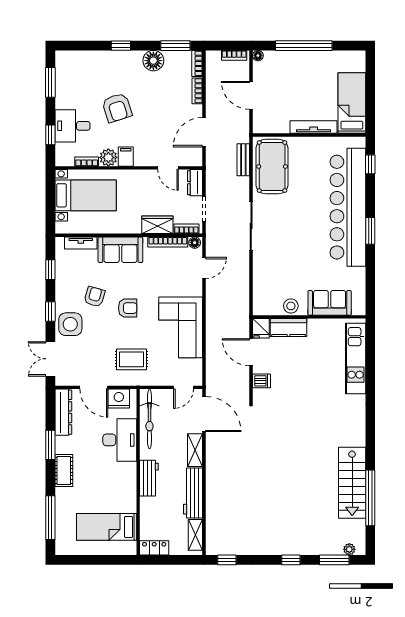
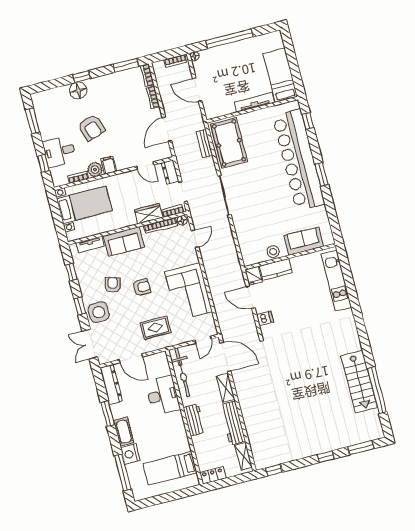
floor lamp: (153, 61) -> (78, 90), moved
nightstand: (119, 399) -> (130, 454), moved, turned -90
plant: (349, 549) -> (371, 436), removed

